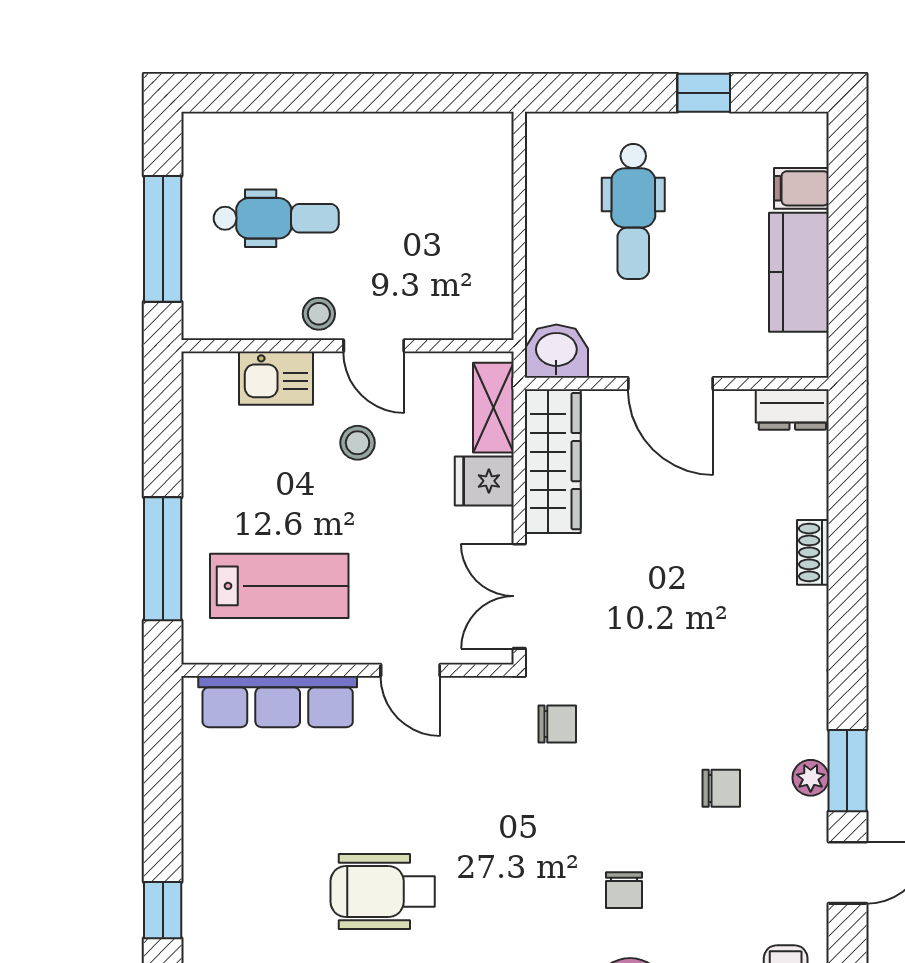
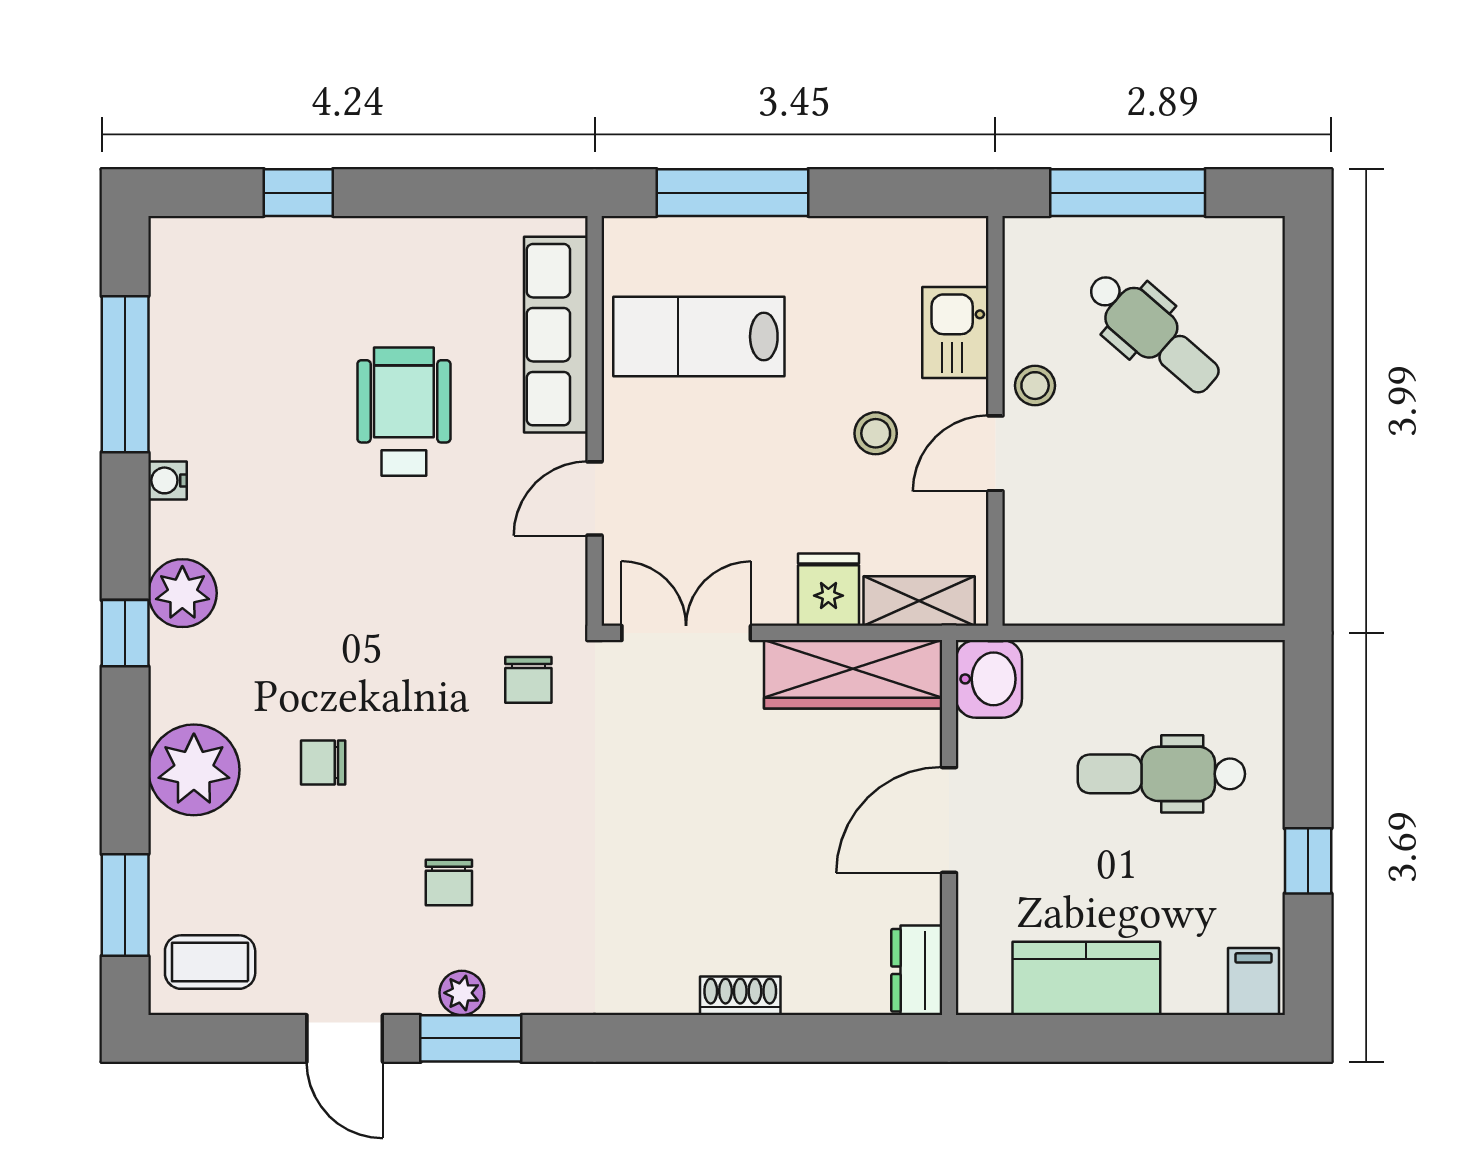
filing cabinet: (801, 188) -> (1254, 982), moved
dental chair: (276, 218) -> (1153, 333), turned -49
lab bench: (279, 586) -> (699, 337), turned 90
wheelchair: (383, 892) -> (404, 412), moved

